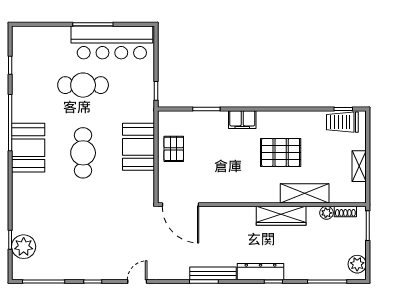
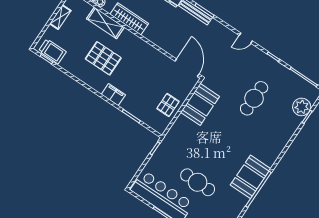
booth: (139, 147) -> (200, 104), moved
booth: (28, 148) -> (251, 177), moved
cafe table: (83, 153) -> (254, 98), moved

